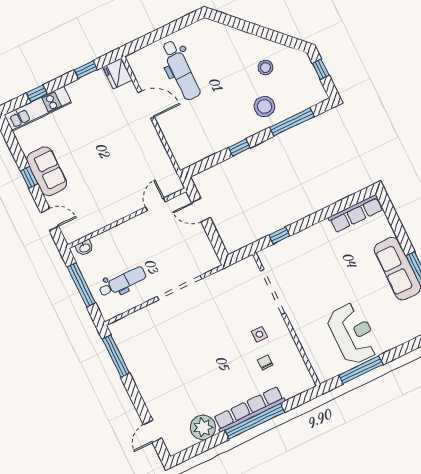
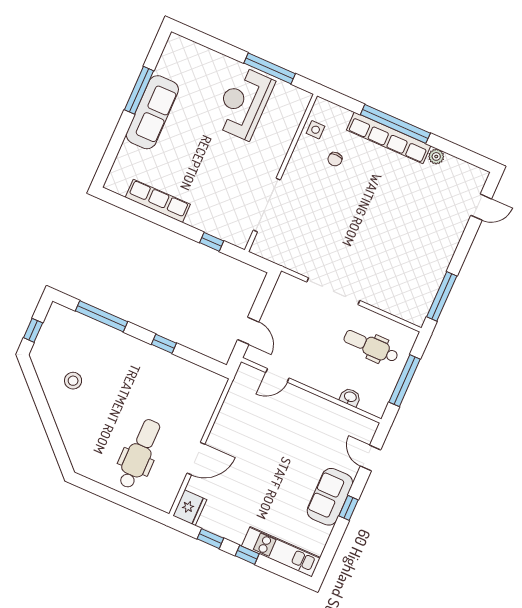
window: (37, 93) -> (247, 555), moved
door: (146, 105) -> (196, 459), swing flipped
stool: (264, 106) -> (108, 352), removed
row of seats: (356, 214) -> (158, 201), moved
washbasin: (85, 248) -> (350, 397), moved
side table: (259, 334) -> (316, 130), moved
plant: (203, 427) -> (436, 156), width x0.53, depth x0.53

